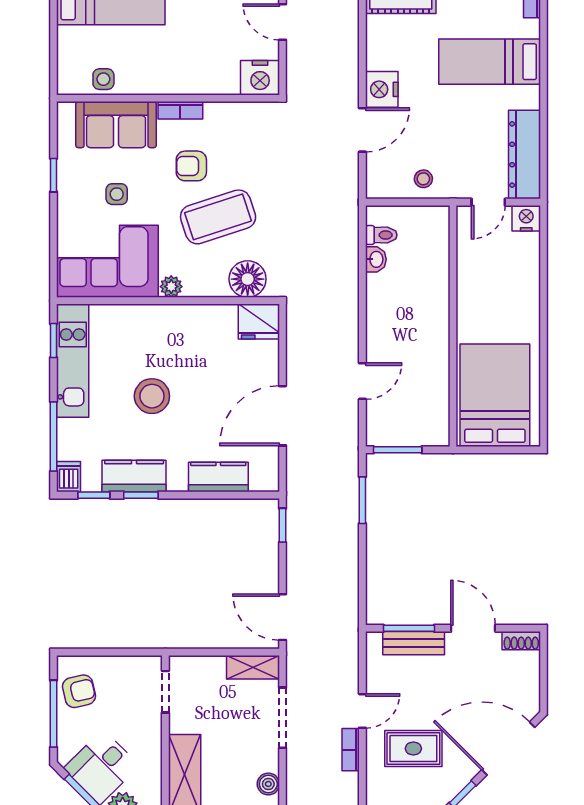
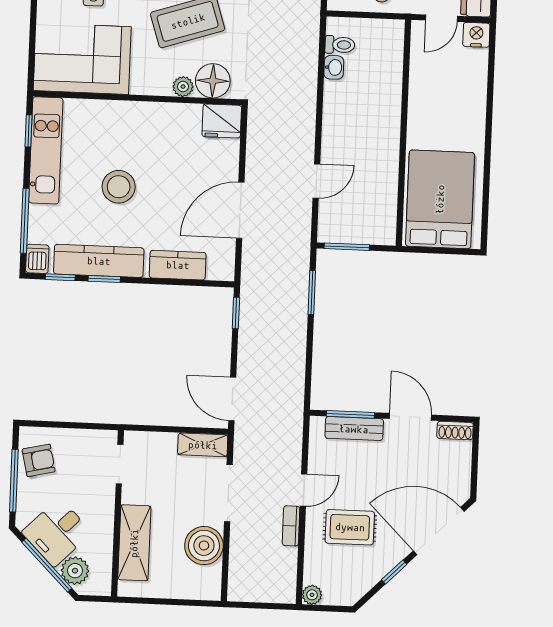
plant: (171, 287) -> (183, 87), moved
kitchen counter: (134, 476) -> (99, 261), width x1.50
boiler: (268, 784) -> (204, 546), width x1.86, depth x1.86

